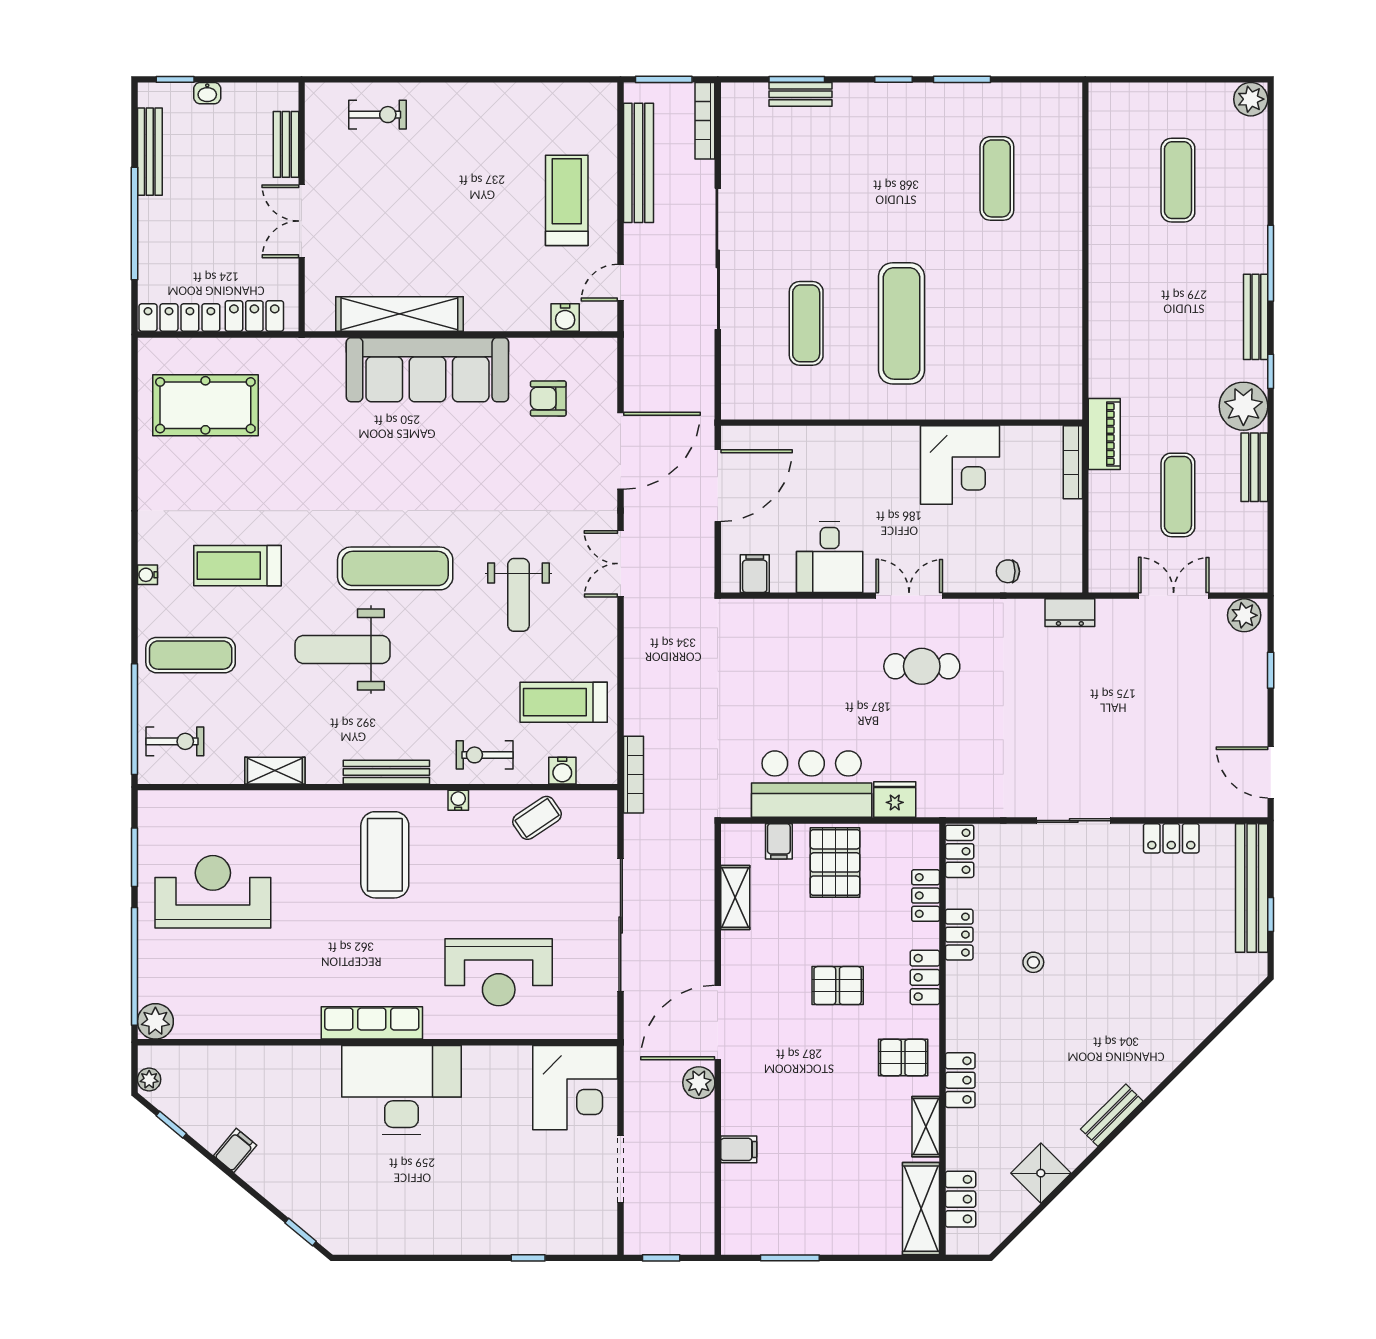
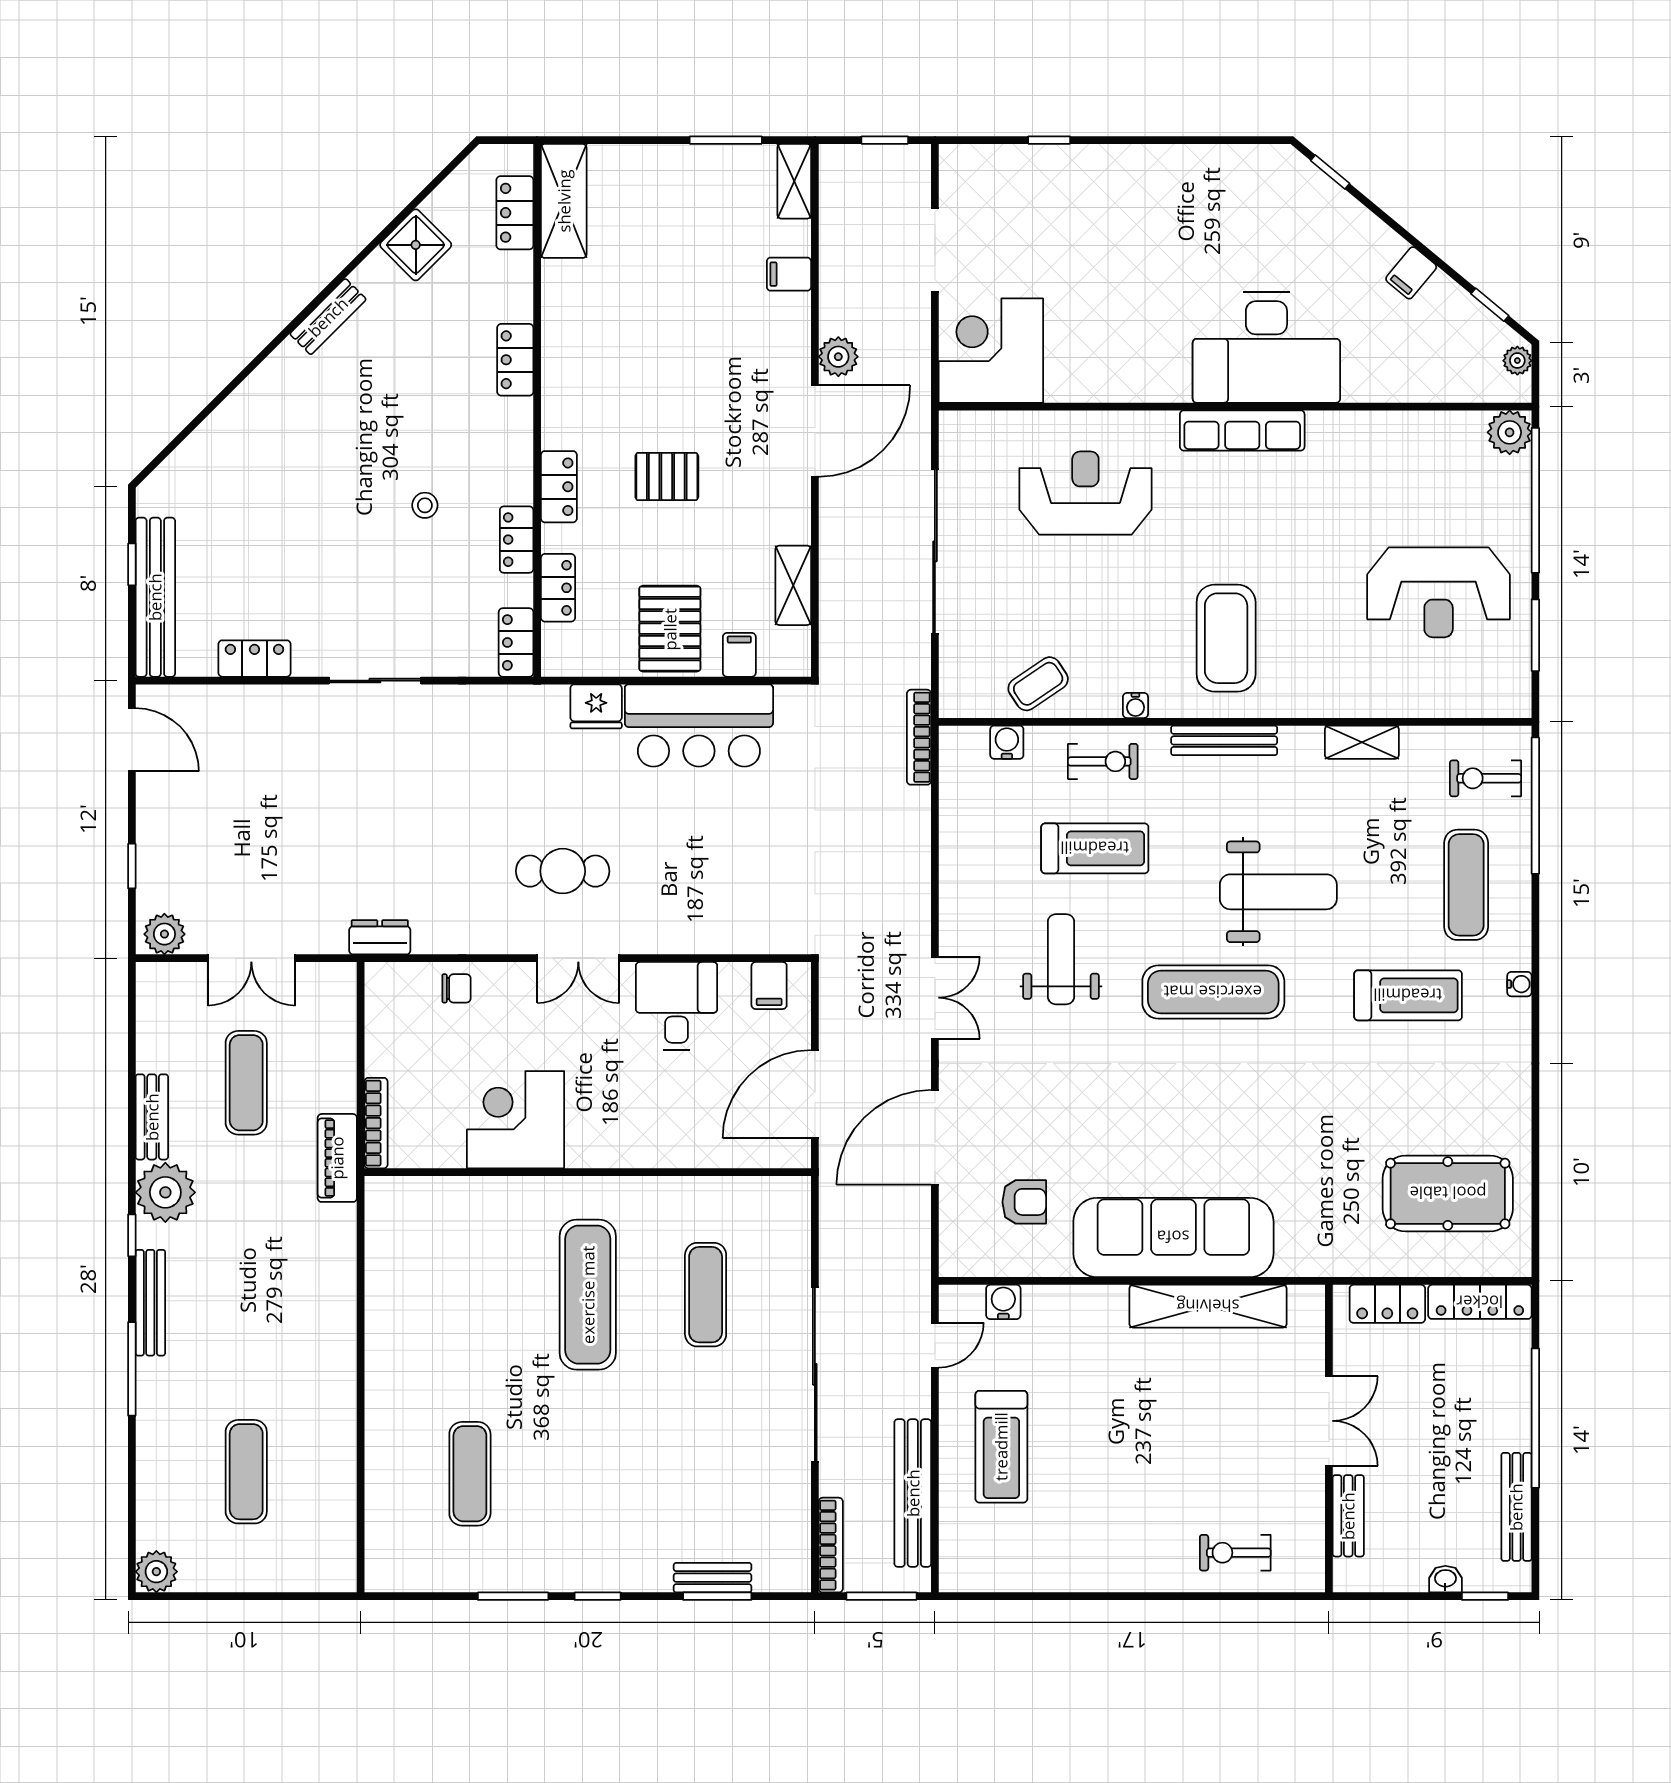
exercise mat: (191, 655) -> (1466, 885), turned 90
treadmill: (564, 702) -> (1095, 848), moved
pallet: (903, 1058) -> (586, 388), removed
desk: (402, 1090) -> (1266, 348), moved
shelving: (926, 1127) -> (794, 181), moved

